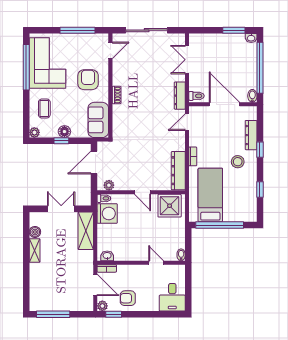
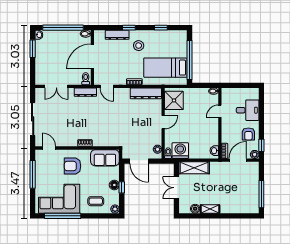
desk: (172, 297) -> (248, 110), moved

